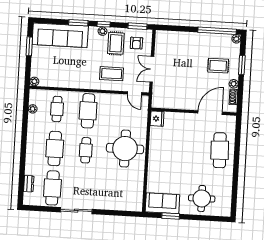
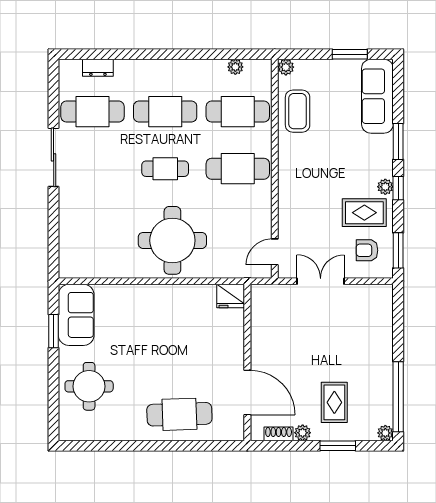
sofa: (60, 35) -> (377, 96), width x0.74, depth x0.79
coffee table: (112, 74) -> (298, 111), moved
cafe table: (57, 109) -> (238, 112), width x1.37, depth x1.35

